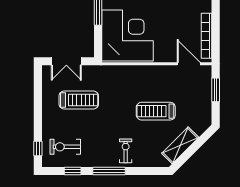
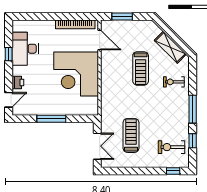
corner desk: (127, 35) -> (76, 74), moved, turned -90
door: (189, 64) -> (100, 40), swing flipped
exercise bike: (65, 147) -> (172, 147), turned 90
exercise bike: (126, 151) -> (174, 82), moved

